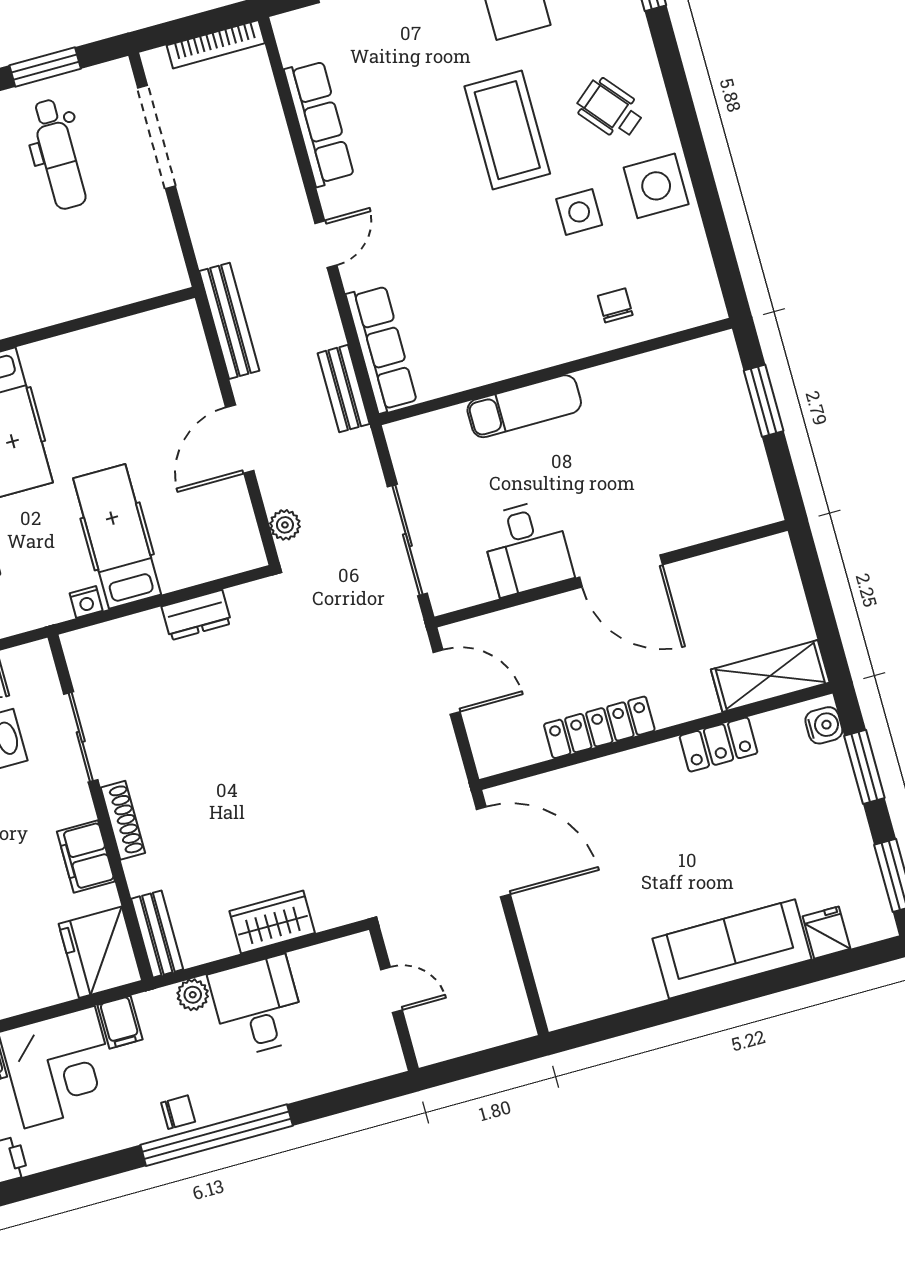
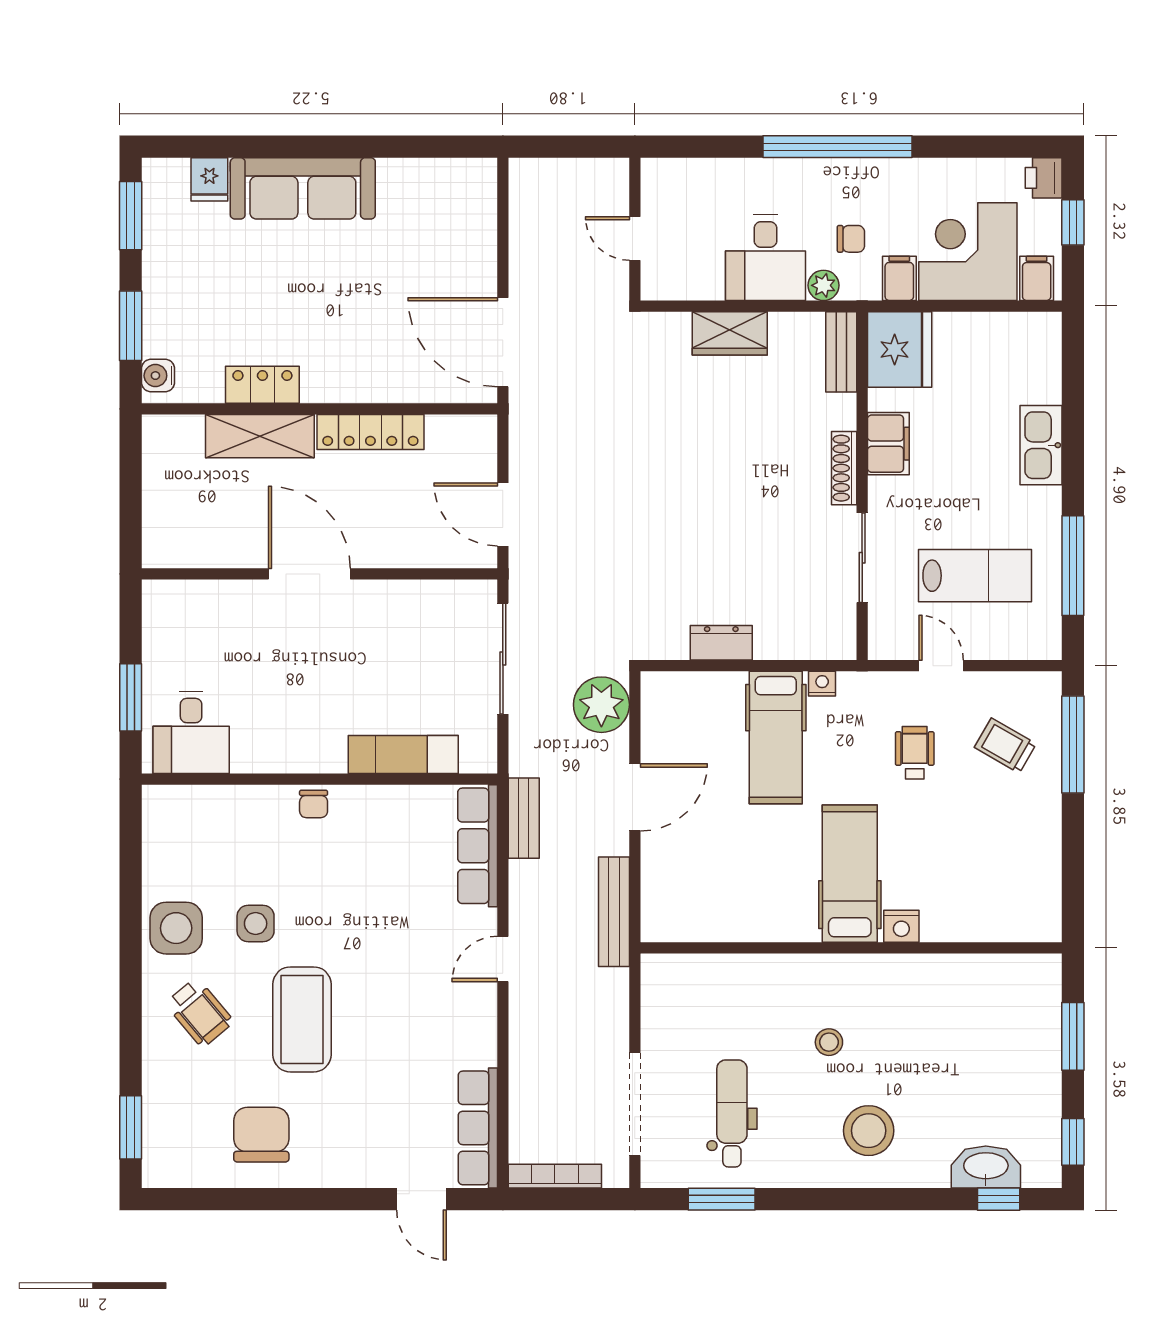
row of seats: (319, 123) -> (478, 1128), moved
chair: (615, 305) -> (314, 804), moved
exam couch: (524, 406) -> (403, 754), moved
plant: (285, 525) -> (601, 705), width x1.87, depth x1.87
desk: (527, 548) -> (191, 733), moved, turned 180
shelving: (770, 676) -> (260, 436), moved
chair: (178, 1112) -> (851, 239), moved, turned 180

